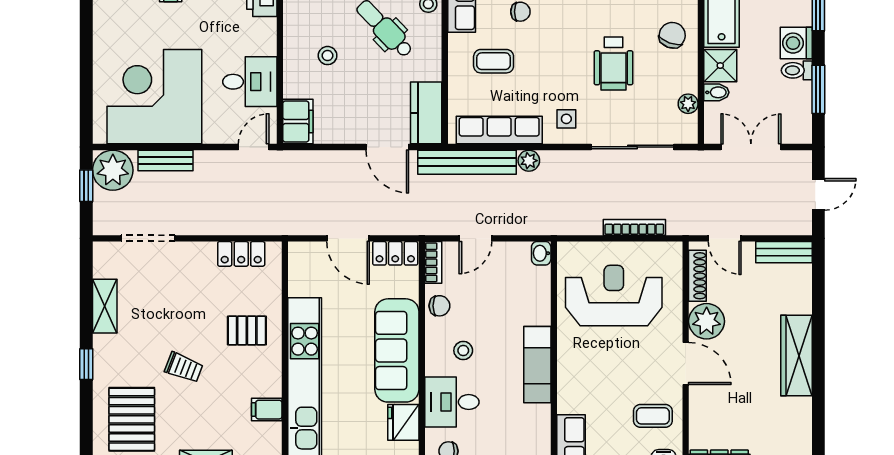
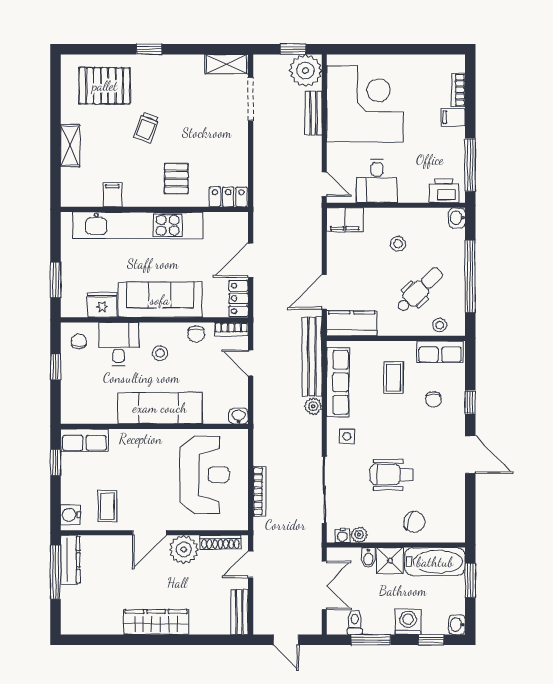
toilet: (797, 70) -> (355, 622), moved
water cooler: (689, 124) -> (342, 535), added
locker: (241, 254) -> (228, 197), moved, turned 90
shelving: (105, 306) -> (226, 64), moved
exam couch: (537, 365) -> (160, 408), width x1.36, depth x1.45

